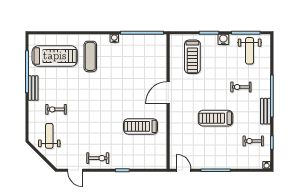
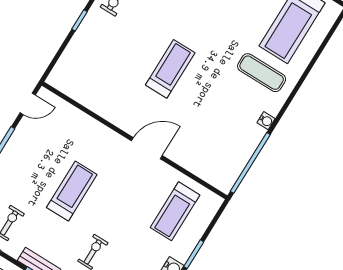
treadmill: (192, 57) -> (175, 211), turned -90
door: (168, 92) -> (147, 148), hinge flipped
treadmill: (141, 126) -> (170, 69), moved

